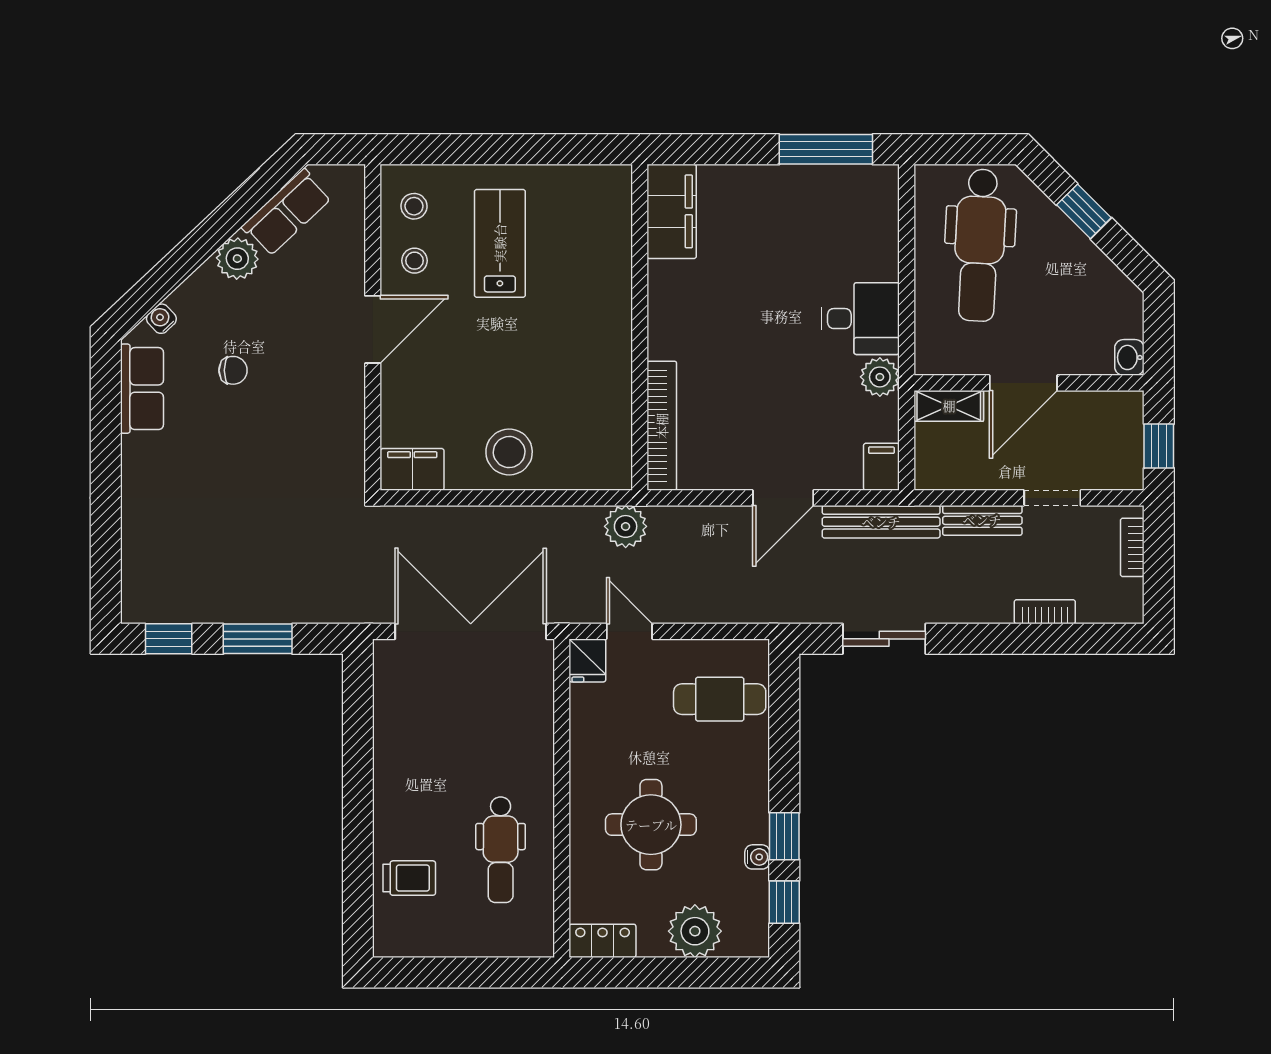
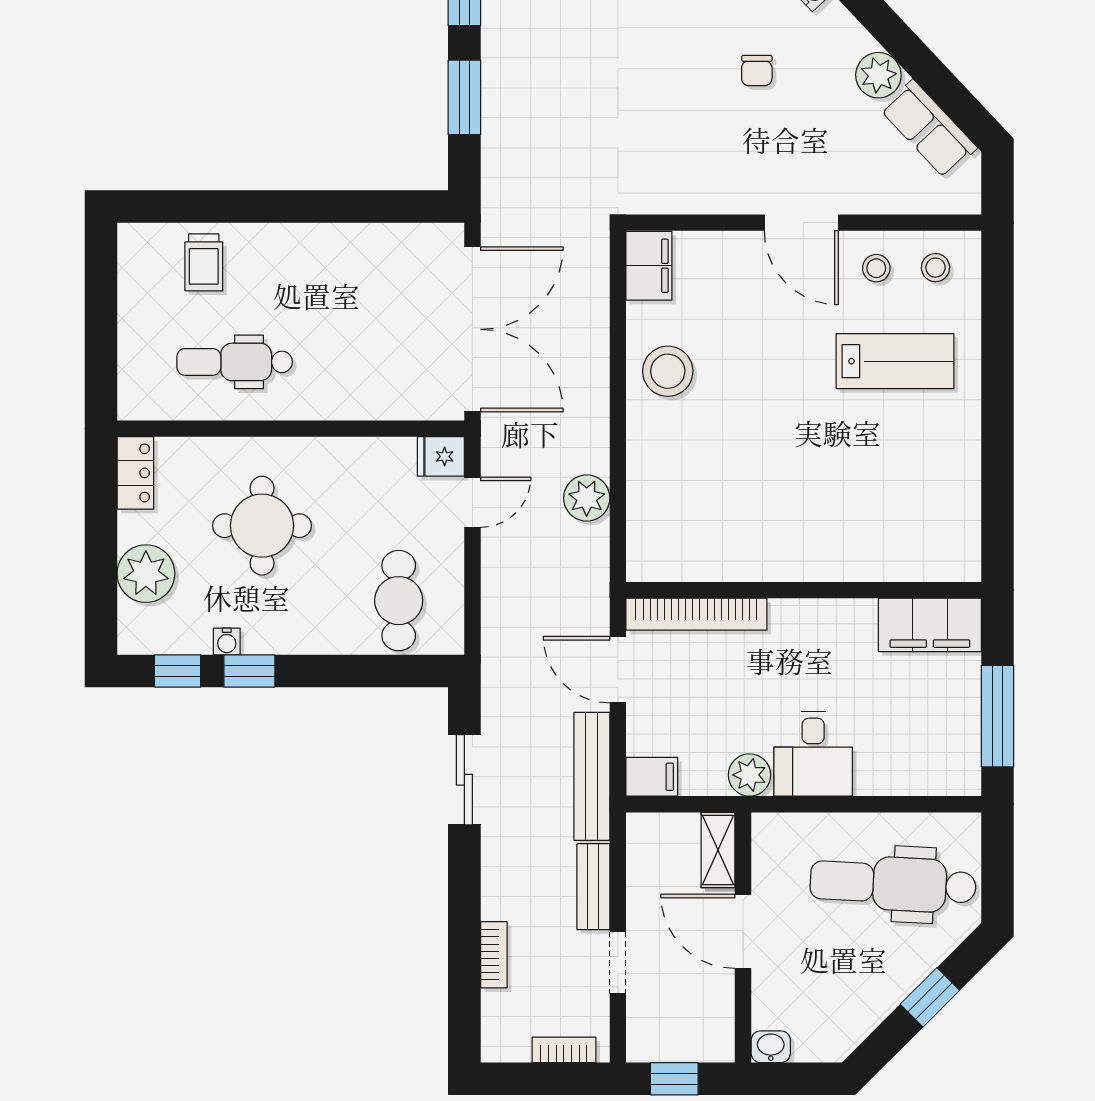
filing cabinet: (672, 211) -> (930, 625), moved
wall: (640, 327) -> (804, 590), moved
bookcase: (662, 426) -> (696, 614), moved

